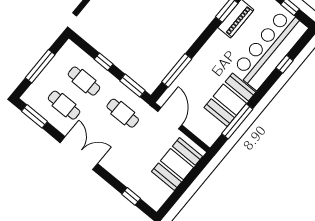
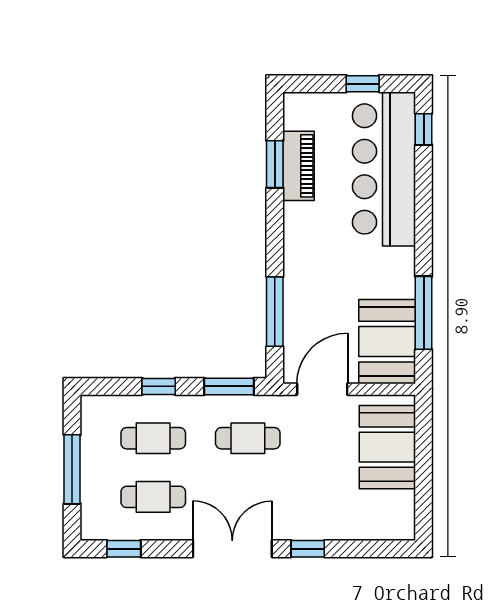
window: (285, 64) -> (424, 129), moved
booth: (230, 100) -> (387, 342), moved
window: (34, 116) -> (124, 549), width x0.67
door: (170, 118) -> (322, 389), hinge flipped
window: (131, 196) -> (308, 549), moved

